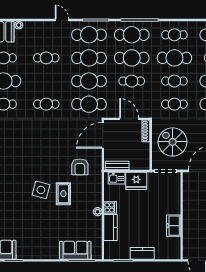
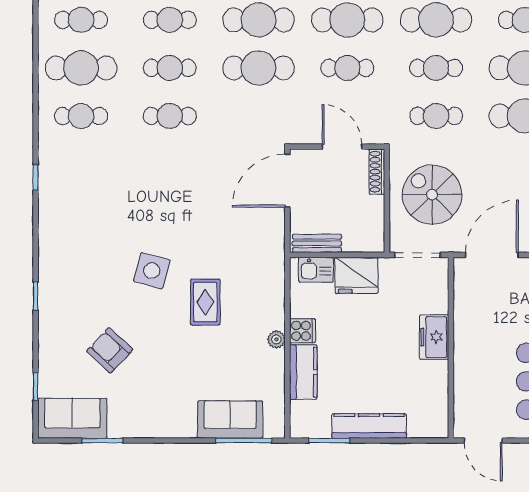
cafe table: (89, 104) -> (170, 68), moved, width x0.73, depth x0.74
armchair: (80, 167) -> (110, 350), moved, turned 133
side table: (41, 190) -> (152, 271), moved
freezer: (174, 226) -> (434, 337), moved
kitchen counter: (142, 253) -> (369, 426), width x1.50

